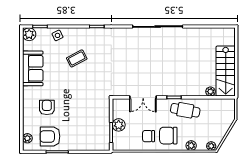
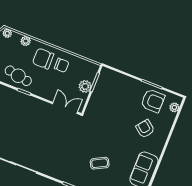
double door: (143, 97) -> (65, 108), moved
armchair: (47, 107) -> (145, 129), turned 128
chair: (168, 136) -> (43, 59), turned 180

